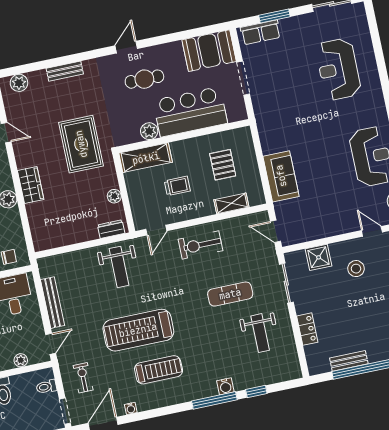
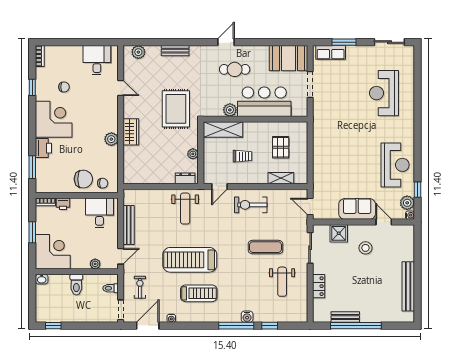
sofa: (281, 176) -> (357, 209), moved, turned -90

